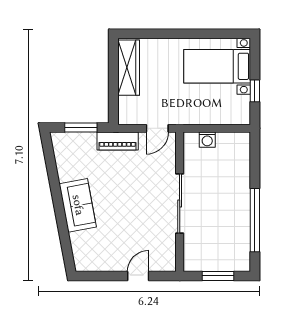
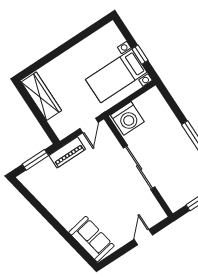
bed with nightstands: (217, 66) -> (116, 76), moved
washing machine: (207, 140) -> (127, 118), width x1.89, depth x1.89
sofa: (78, 205) -> (91, 239), moved

